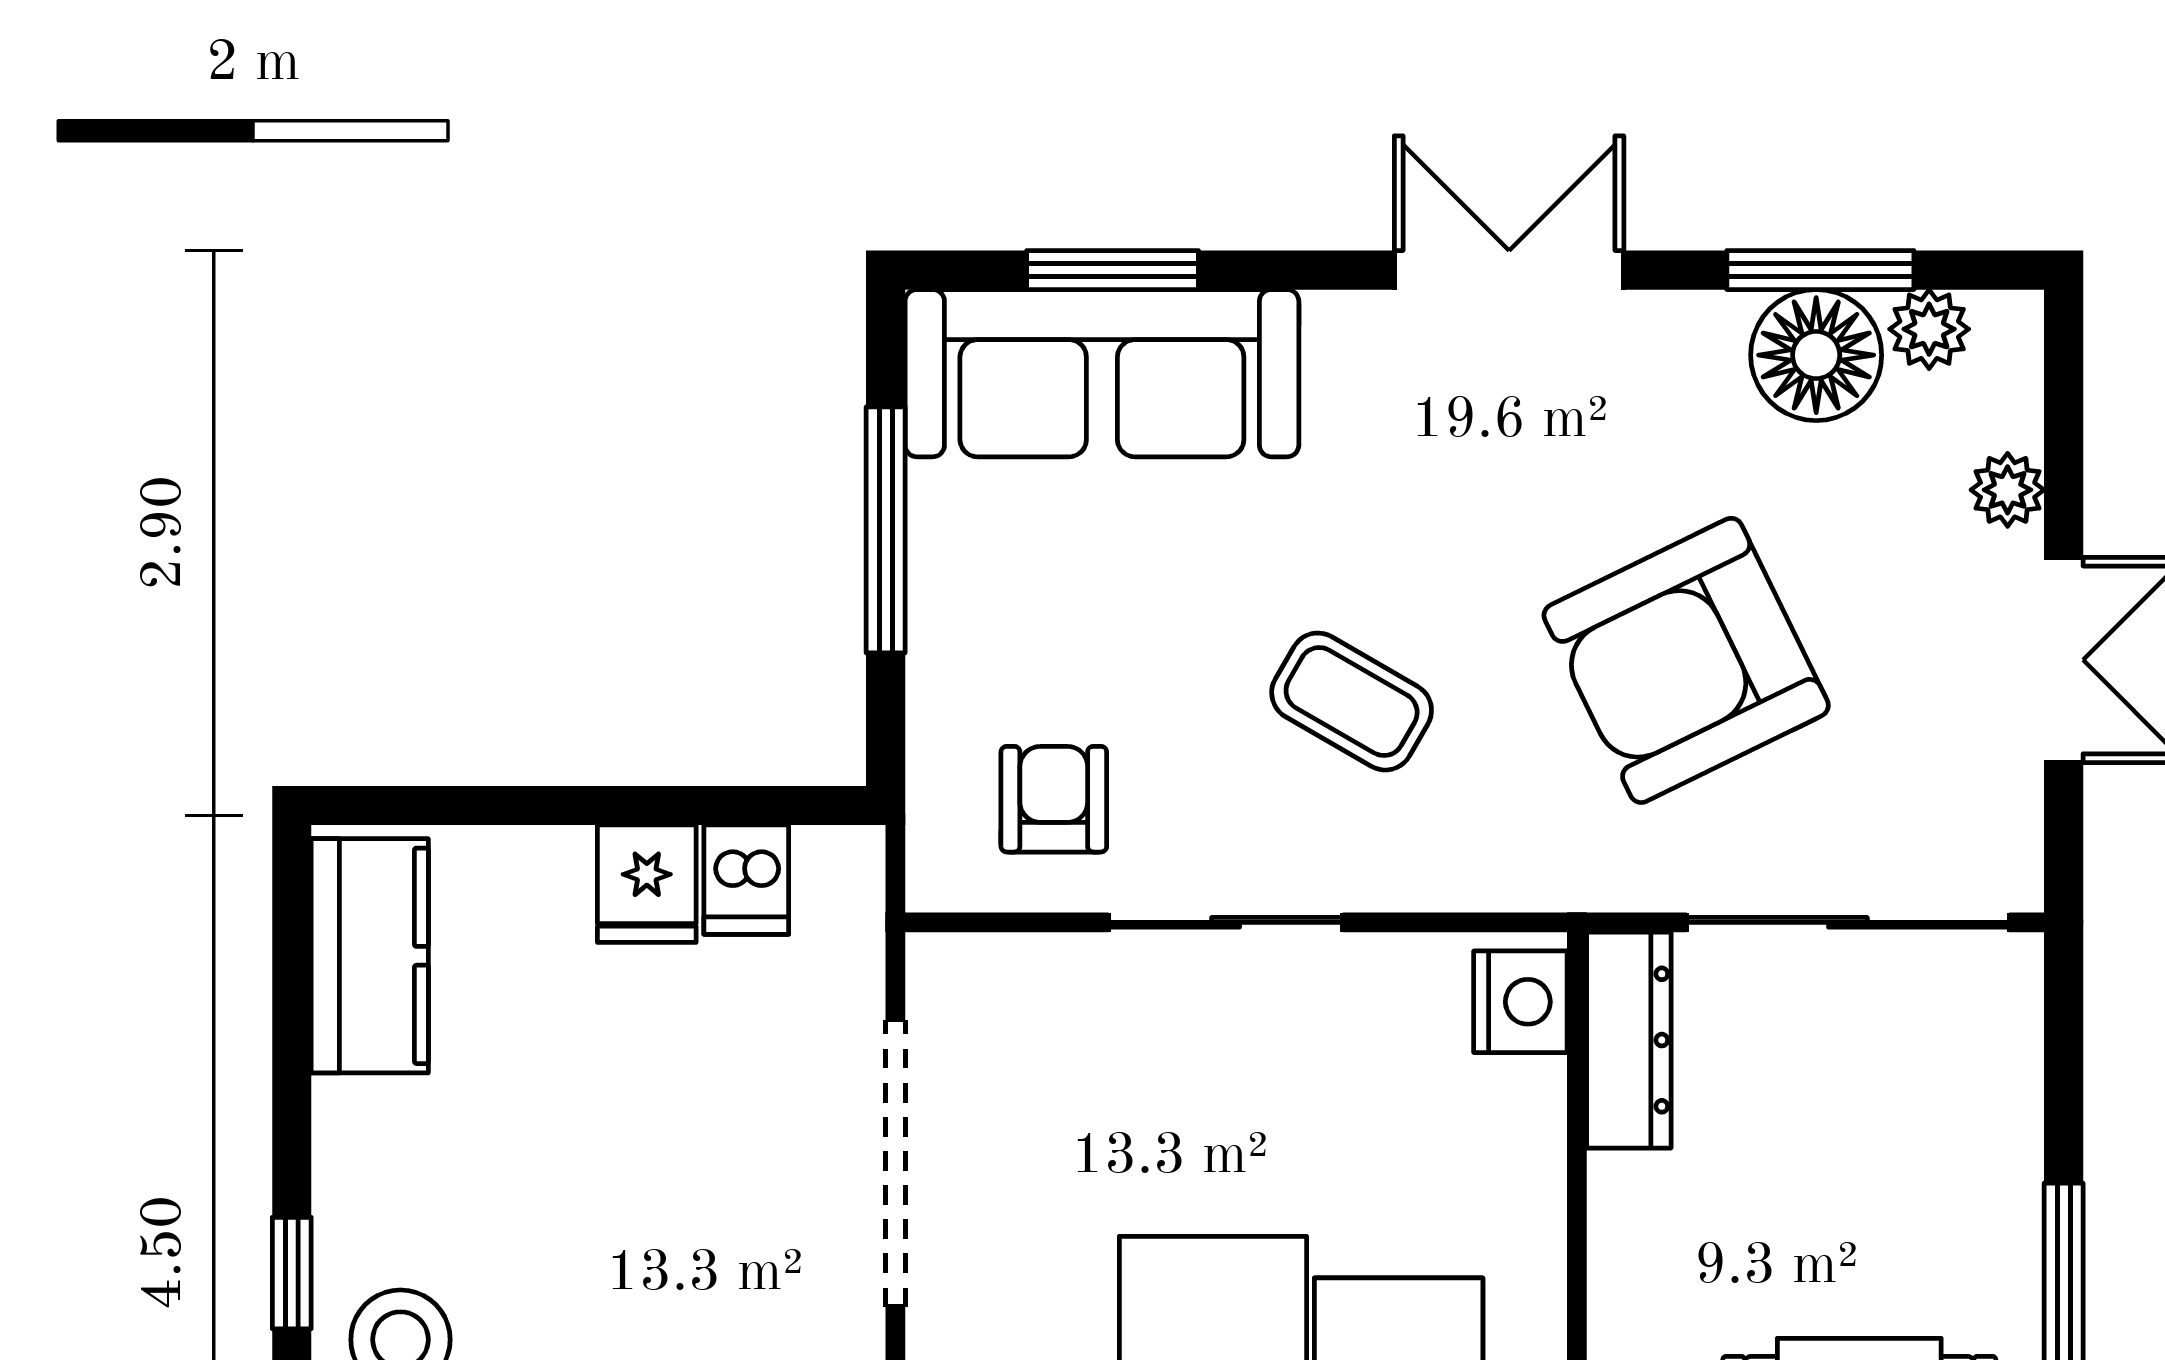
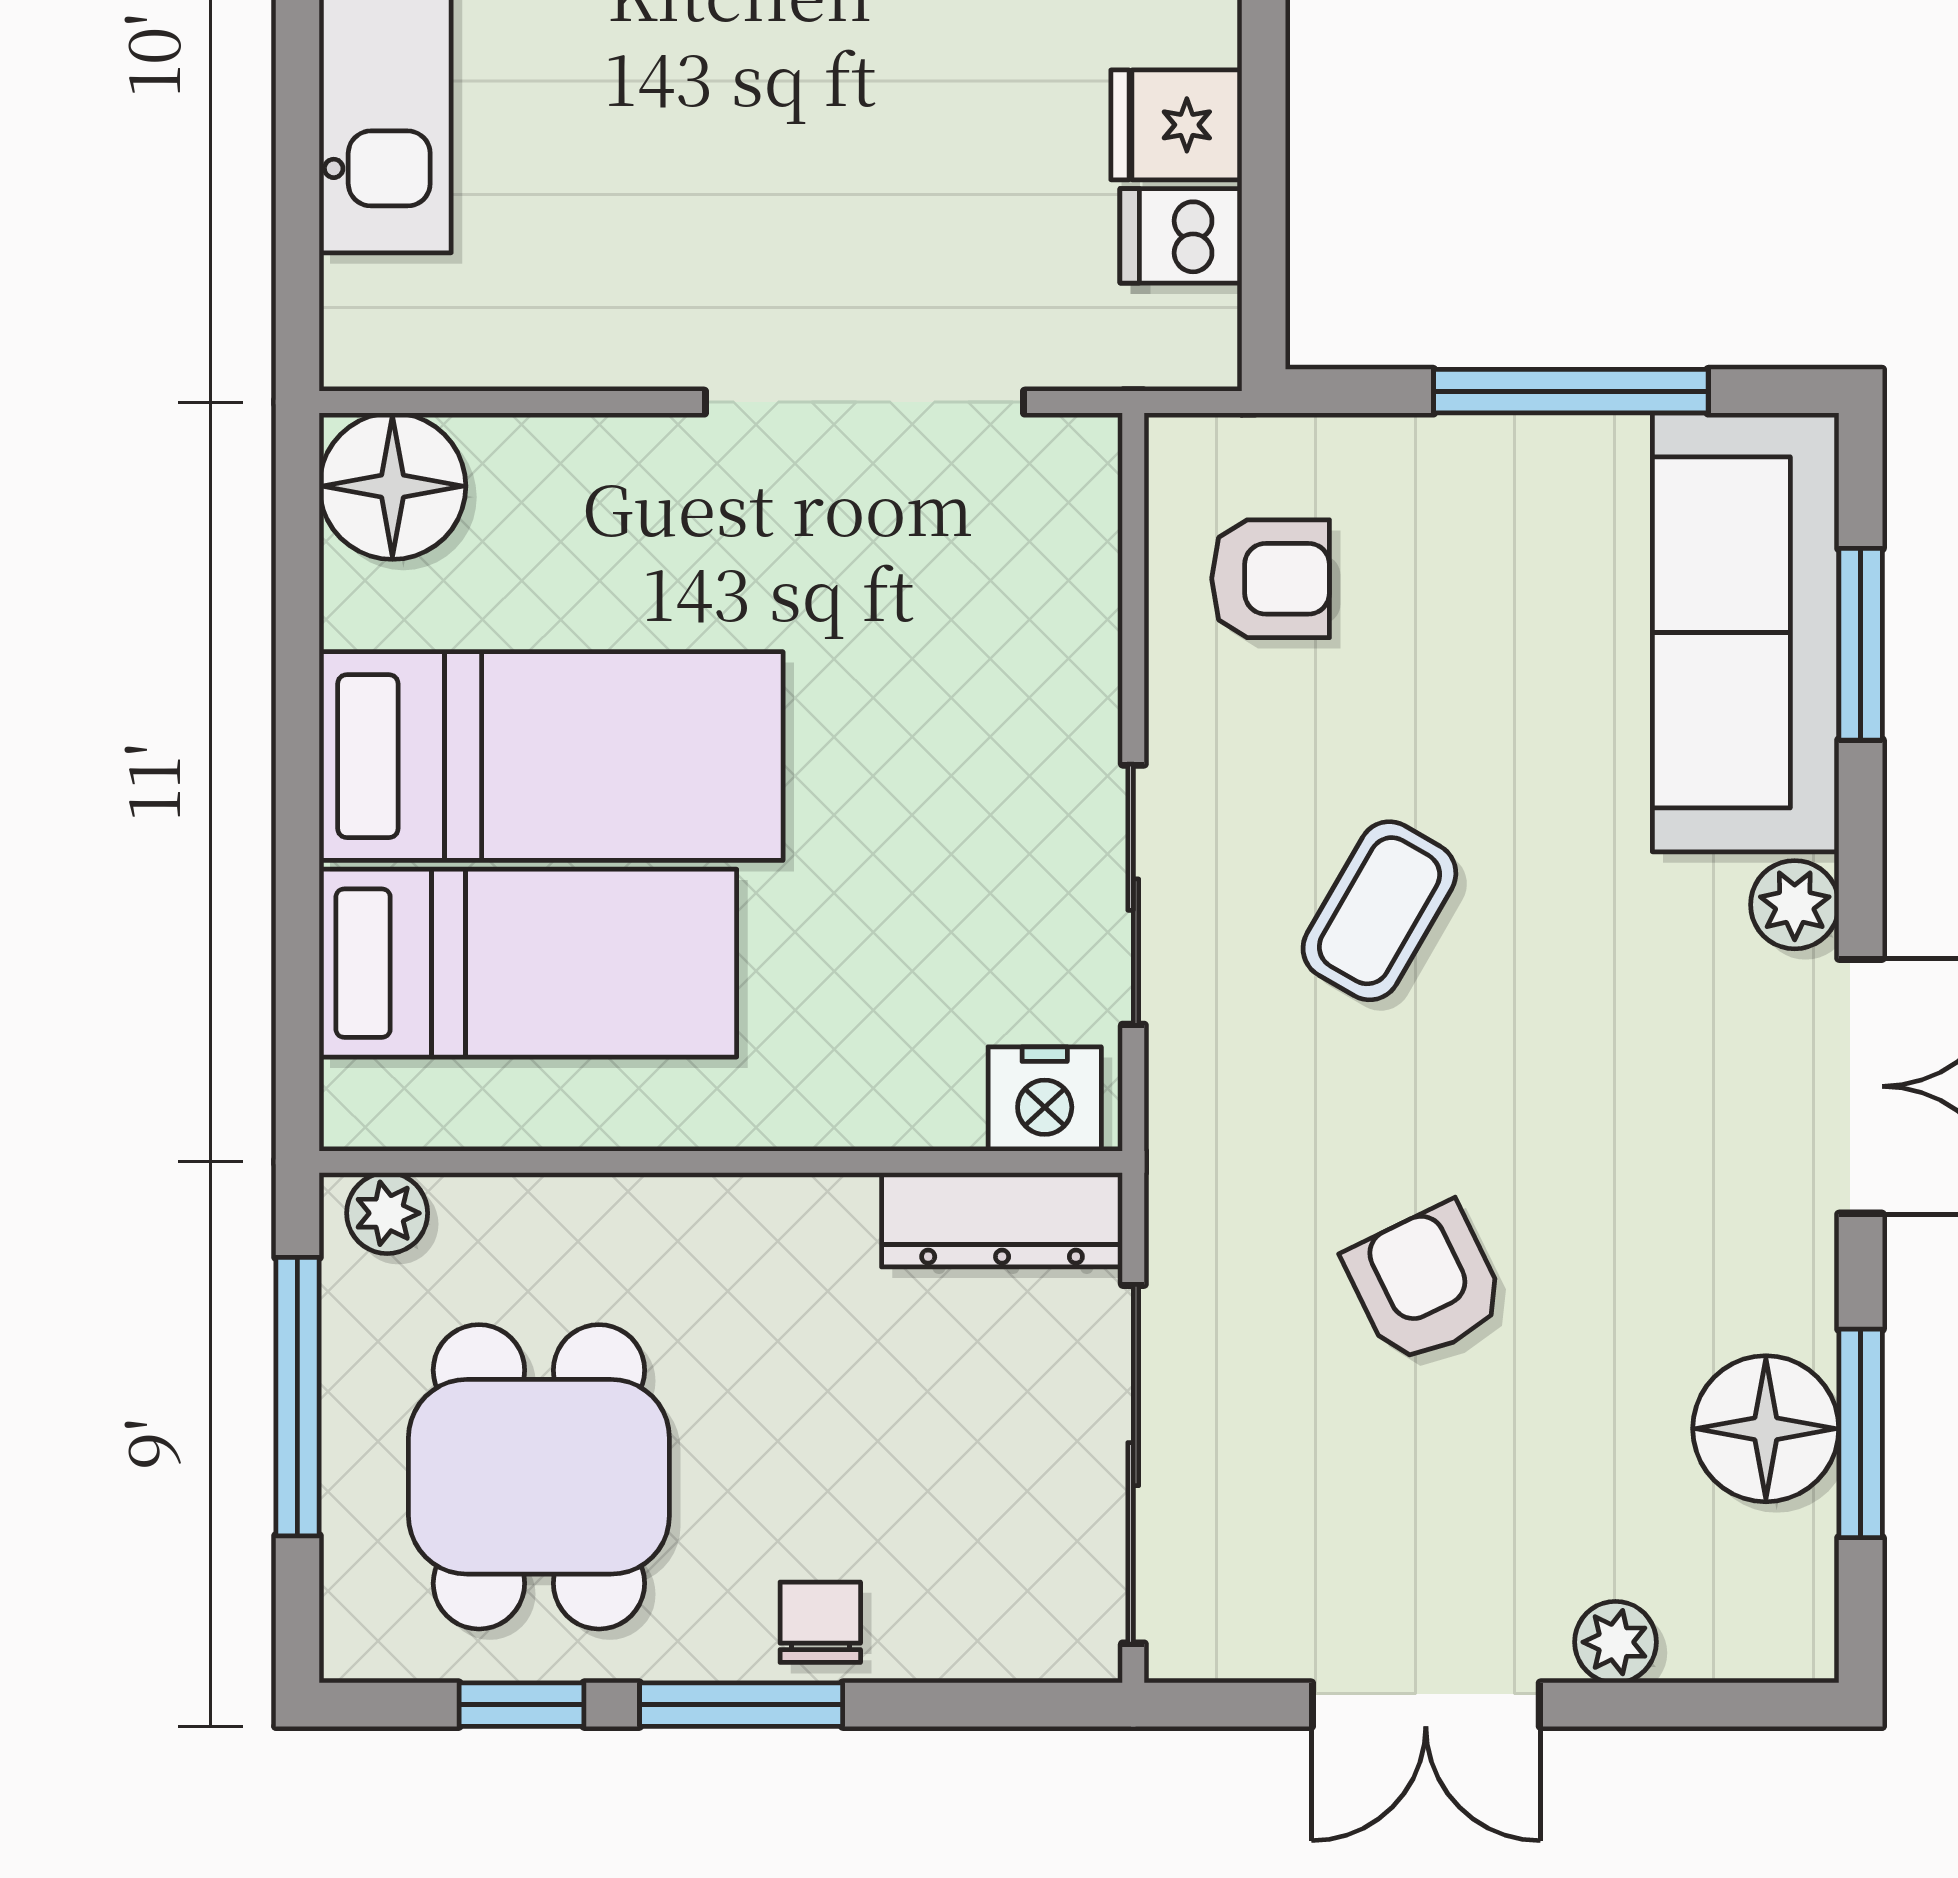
plant: (1929, 329) -> (1795, 905), moved
armchair: (1686, 660) -> (1425, 1284), width x0.53, depth x0.53
sliding door: (1226, 922) -> (1133, 895), moved
chair: (1990, 1203) -> (820, 1622), added

